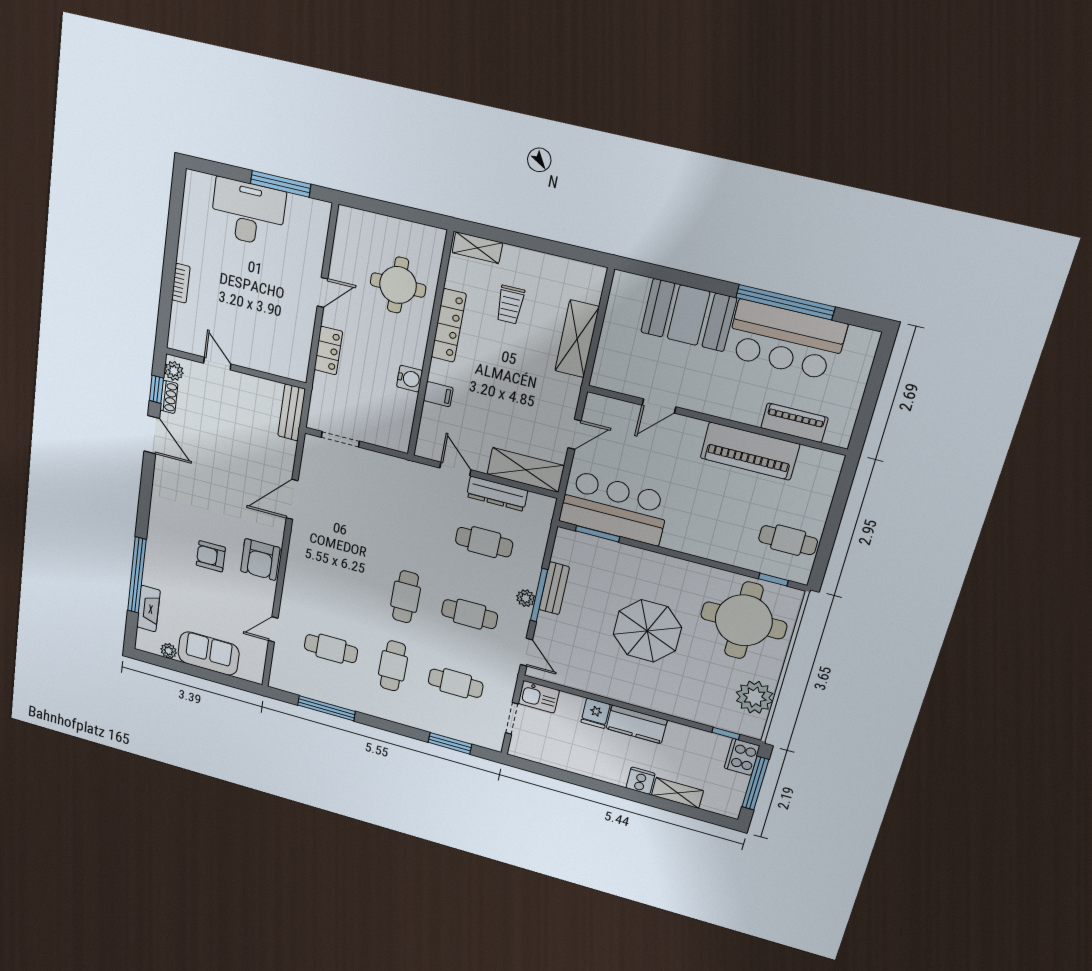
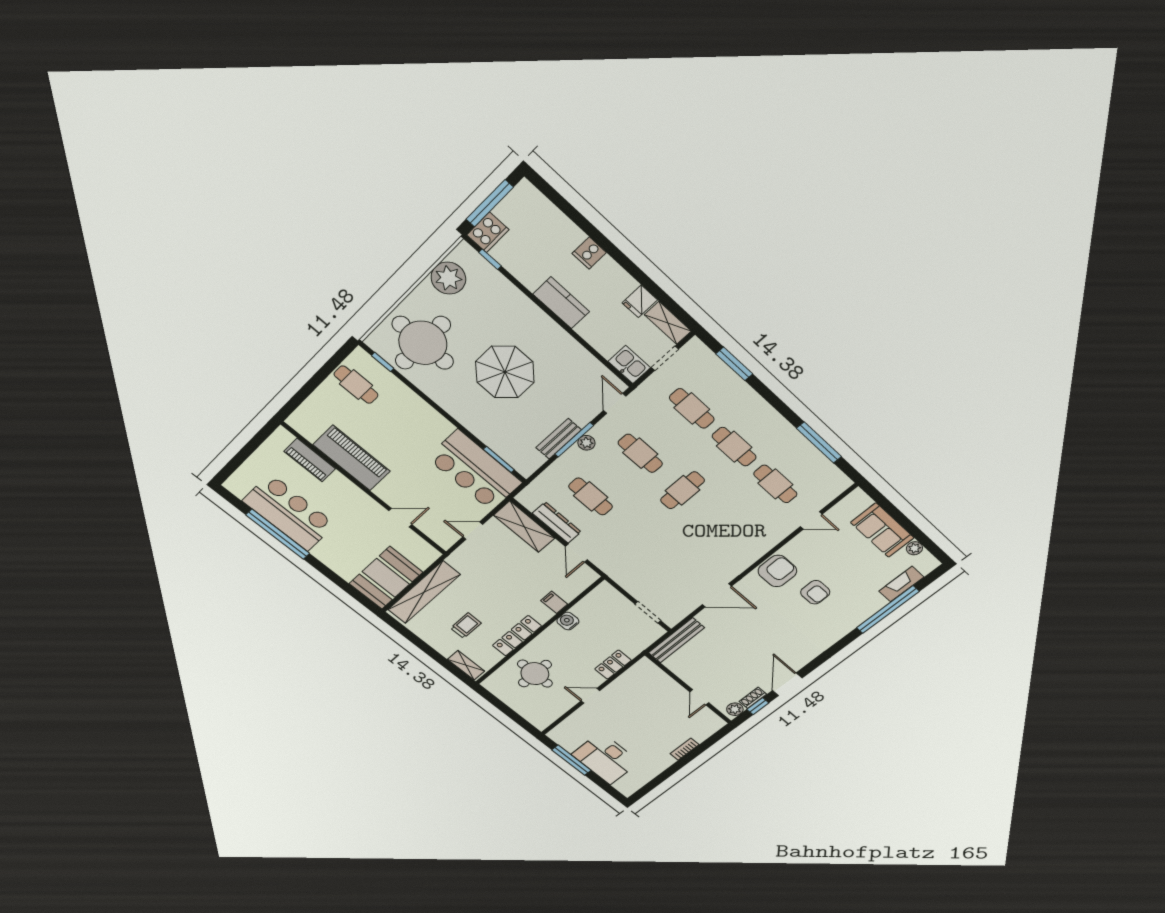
booth: (688, 315) -> (386, 578), moved, turned 90
shelving: (577, 339) -> (424, 592), width x1.47
bench: (292, 413) -> (676, 640), width x1.36
cafe table: (393, 666) -> (734, 447), turned 90
fridge: (596, 713) -> (640, 301), moved, turned 180
shelving: (677, 793) -> (668, 323), moved

